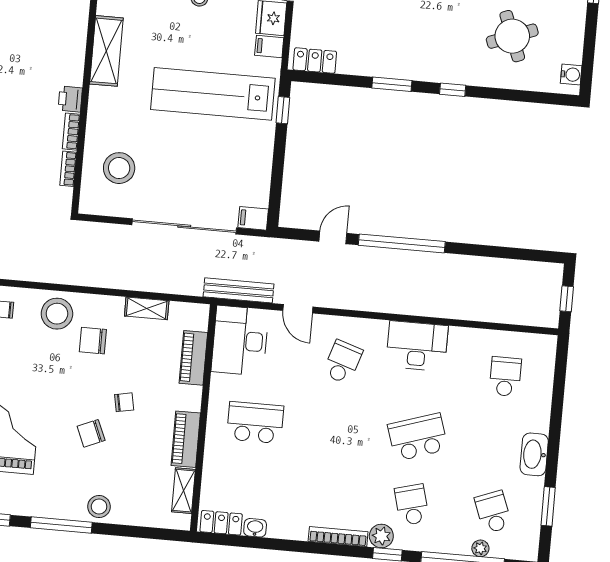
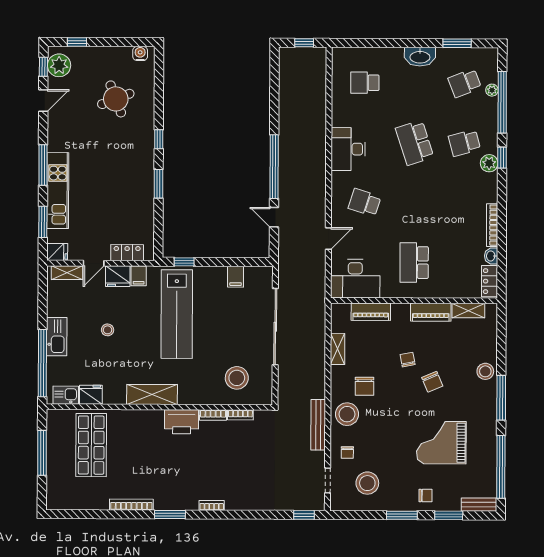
locker: (315, 61) -> (127, 253), moved, turned 90
printer: (70, 99) -> (182, 422), width x1.87, depth x1.48
filing cabinet: (253, 218) -> (236, 277), moved
bench: (239, 290) -> (318, 425), moved
bookcase: (338, 537) -> (492, 225), moved

